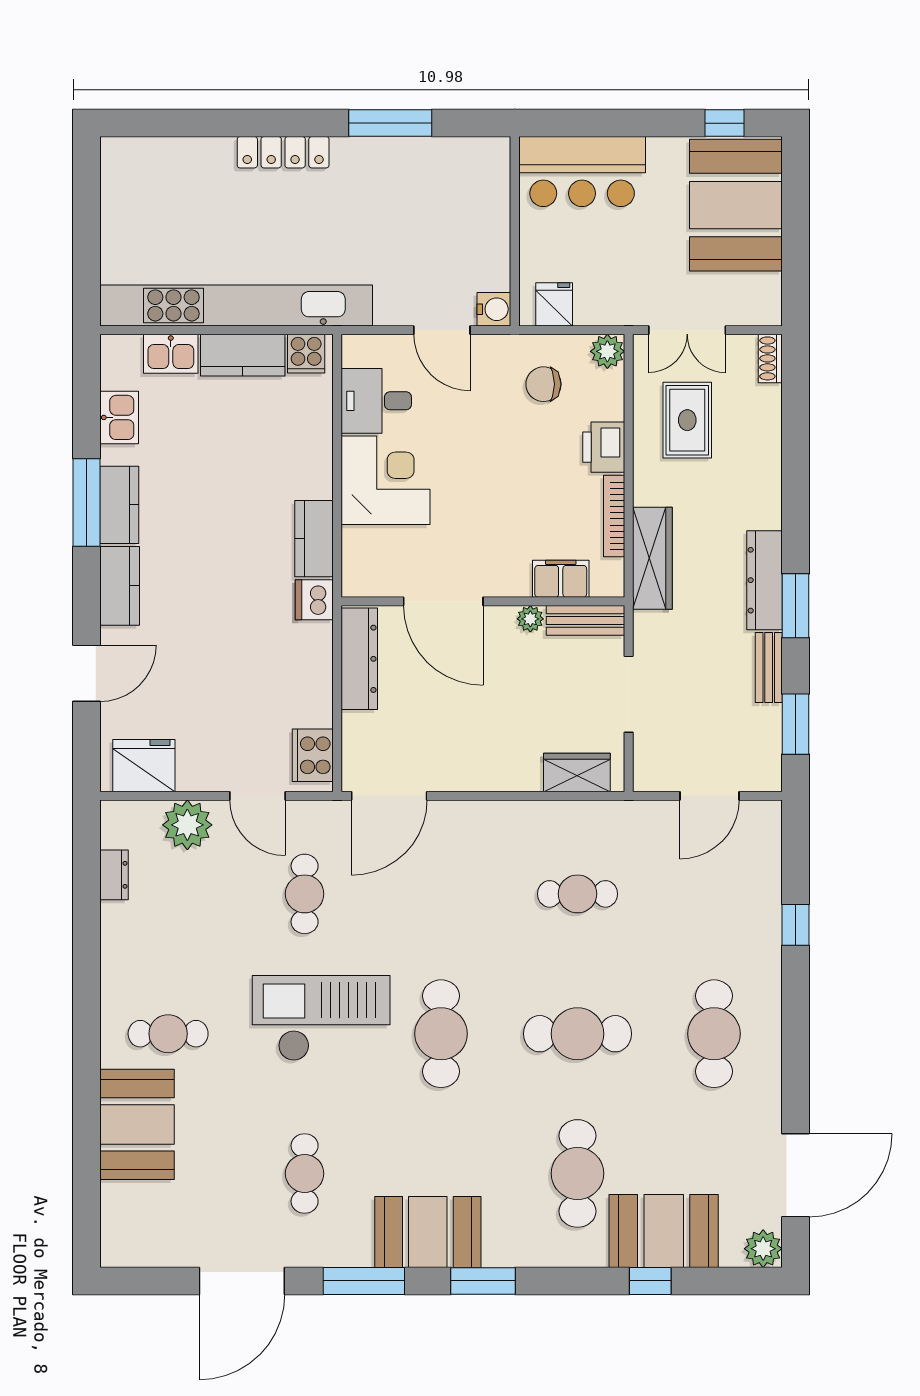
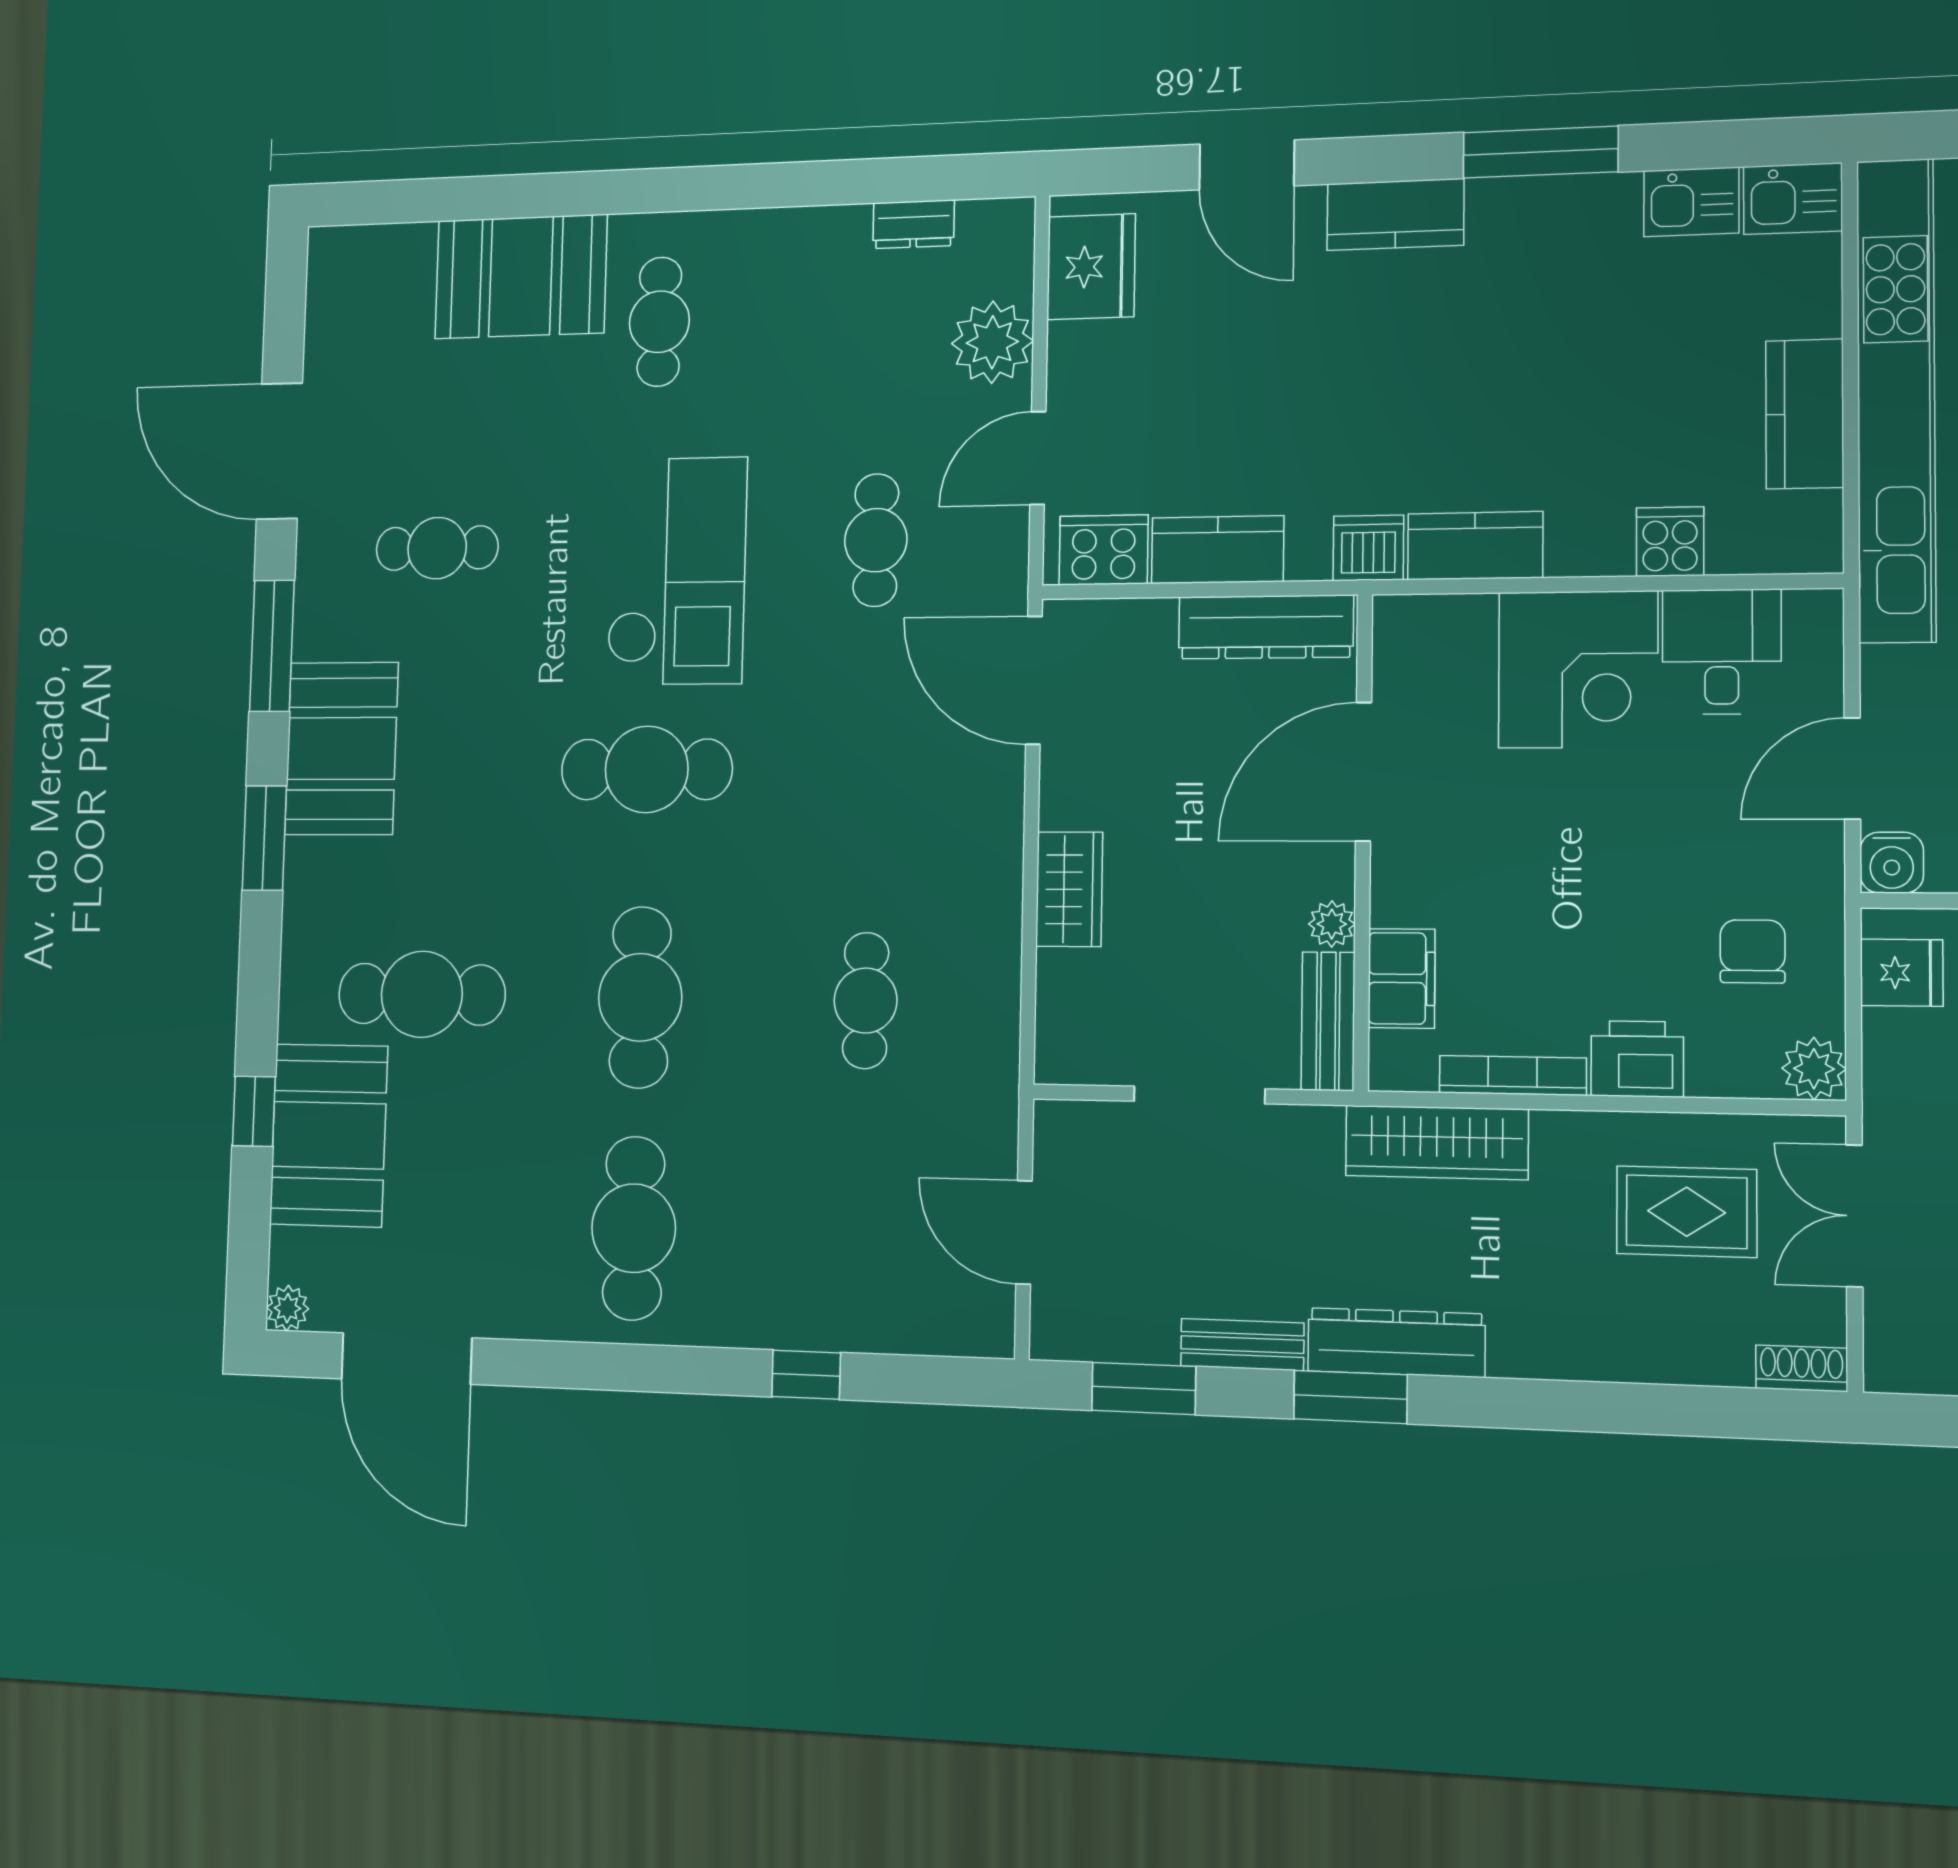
kitchen sink: (171, 354) -> (1793, 199), moved, turned -90
cooker: (306, 354) -> (1670, 542), moved, turned 90
kitchen counter: (119, 505) -> (1218, 550), moved, turned 180
wardrobe: (577, 772) -> (1069, 889), moved
cafe table: (305, 894) -> (876, 540), turned 90
cafe table: (714, 1034) -> (634, 1228), turned 90
plant: (763, 1249) -> (288, 1308), width x0.73, depth x0.73

